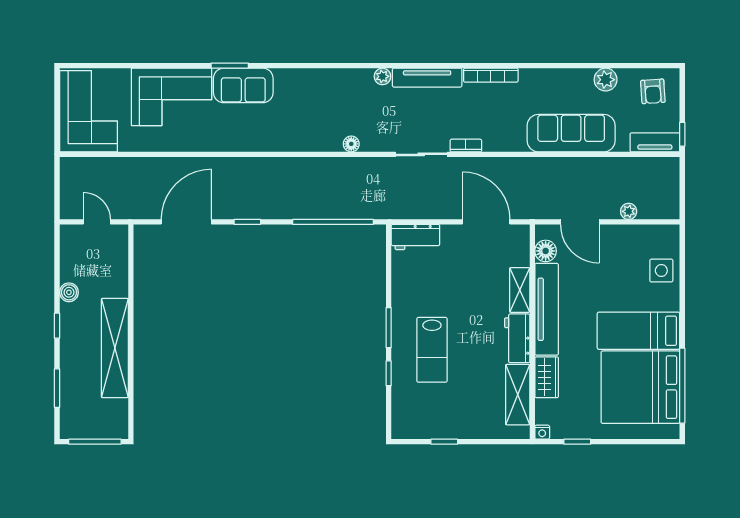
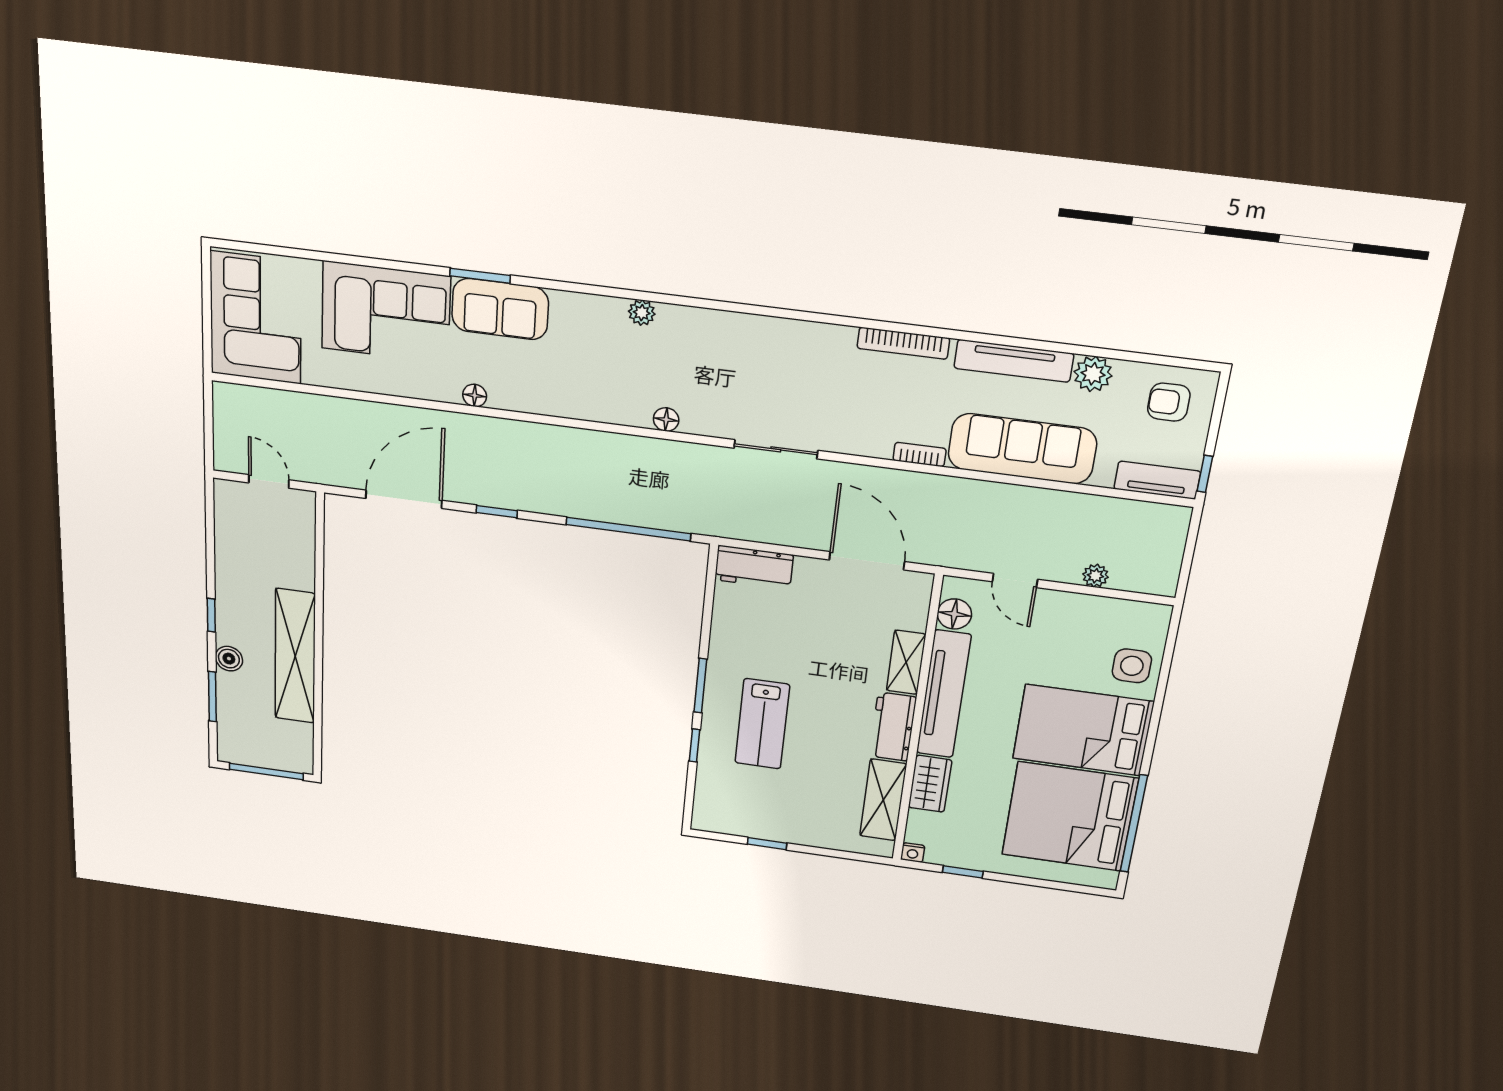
plant: (382, 76) -> (642, 313), moved
tv unit: (427, 78) -> (1014, 361), moved
armchair: (653, 91) -> (1169, 402), turned 94
floor lamp: (230, 144) -> (475, 395), added
bookcase: (466, 146) -> (920, 454), moved
door: (580, 222) -> (1015, 580), width x0.73
boiler: (69, 292) -> (229, 659), moved
bed: (638, 331) -> (1083, 730), width x1.50

